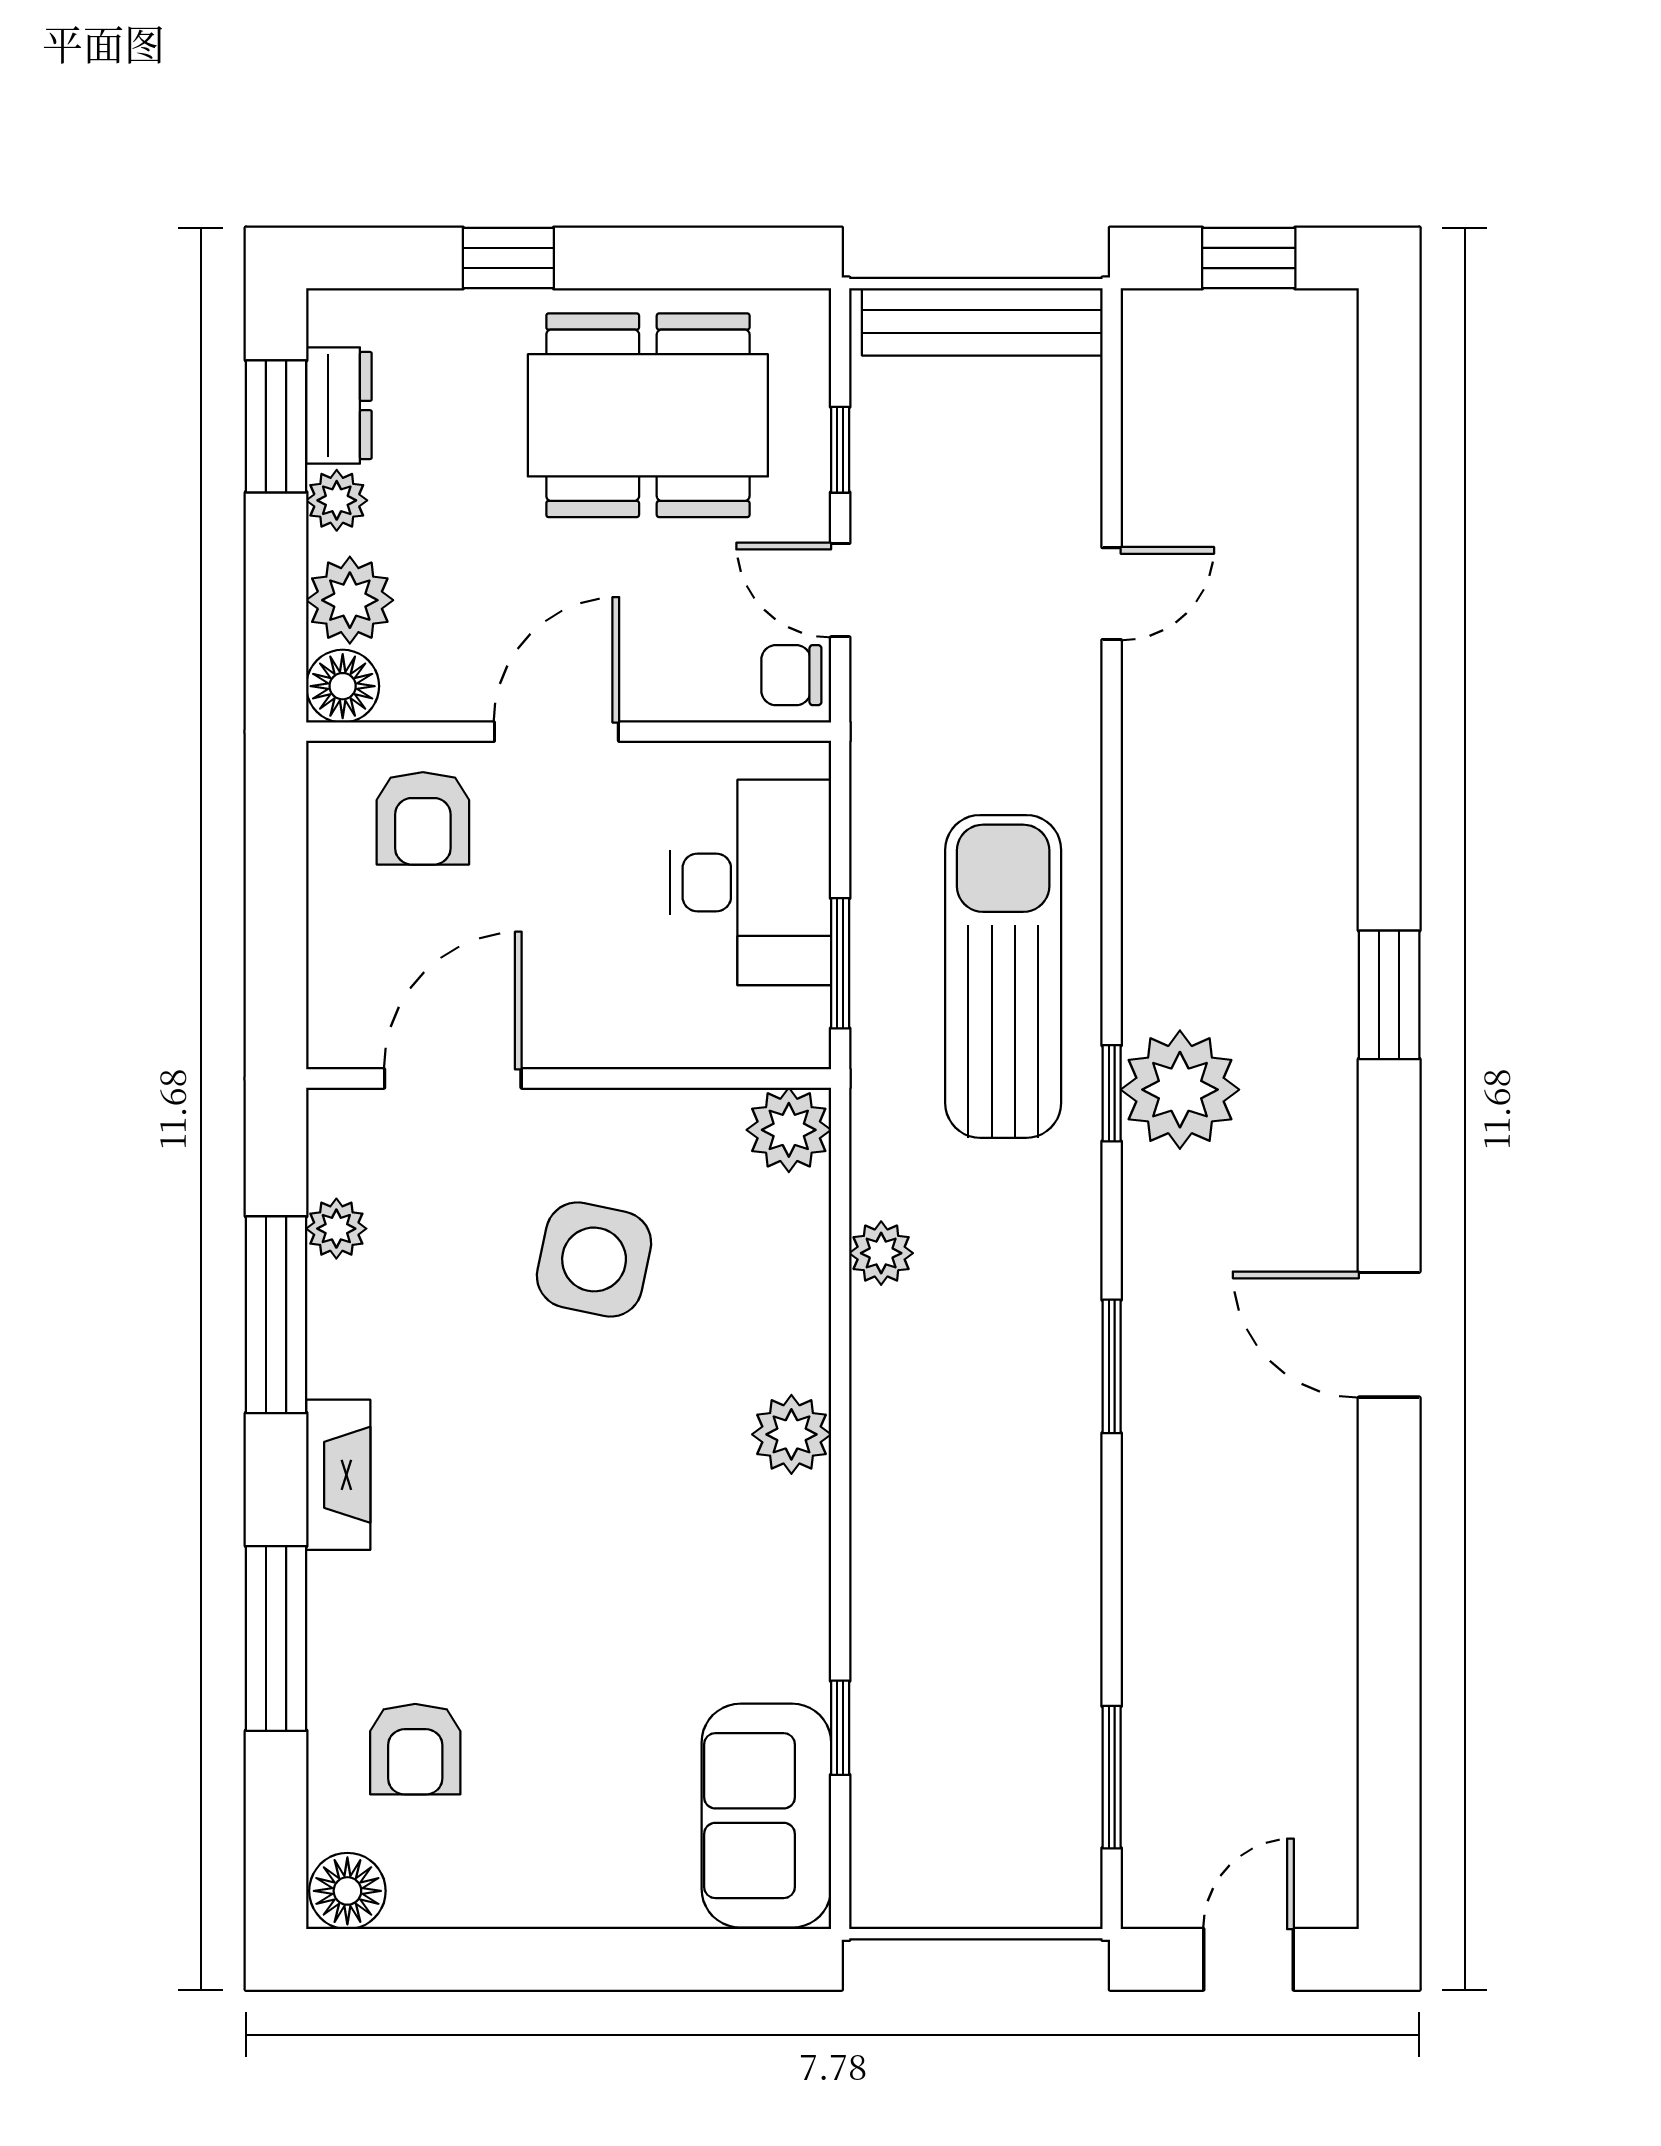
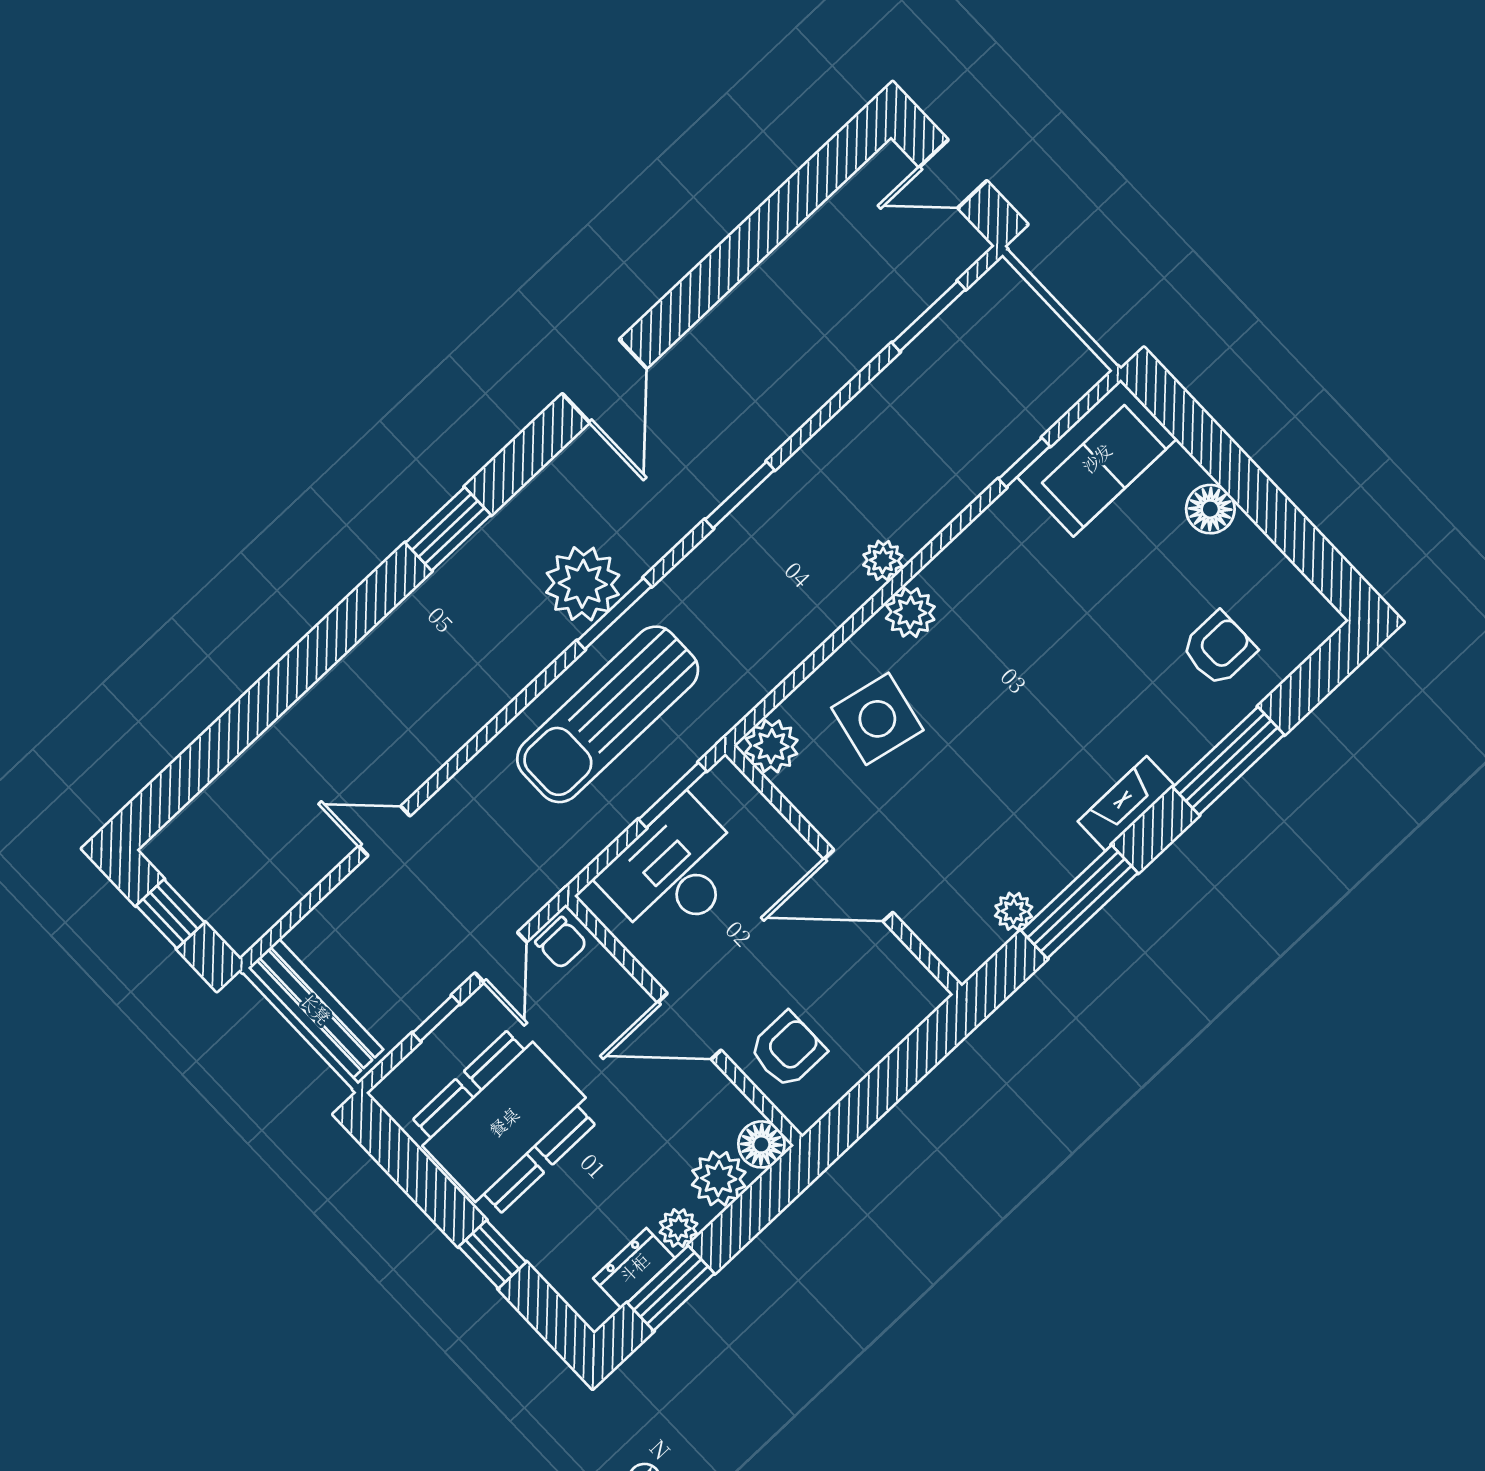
dining table: (648, 415) -> (504, 1122), turned 90
door: (453, 1079) -> (858, 886), moved
window: (1112, 1093) -> (614, 614), width x1.50
plant: (881, 1253) -> (883, 560), moved
side table: (594, 1259) -> (877, 719), moved
floor lamp: (347, 1891) -> (1210, 509), moved

